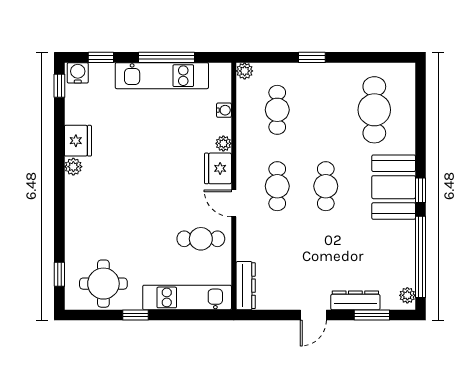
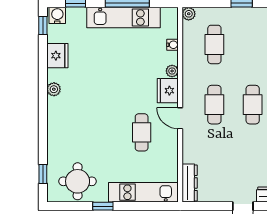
fridge: (78, 141) -> (57, 56), moved
cafe table: (201, 239) -> (142, 132), moved, turned 90

